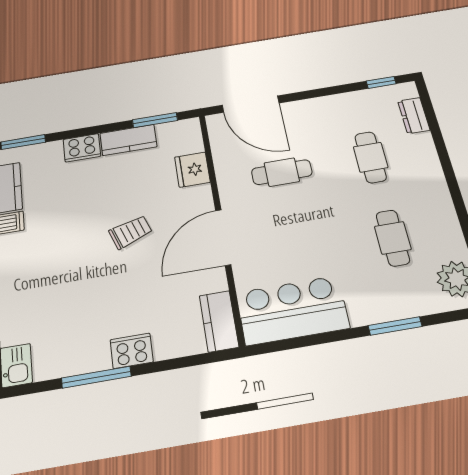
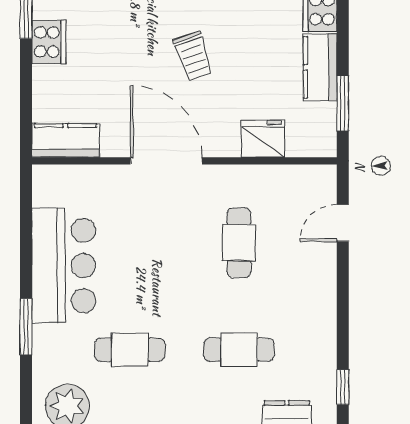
door: (251, 104) -> (343, 223), width x0.53
bar counter: (292, 310) -> (64, 266), moved

